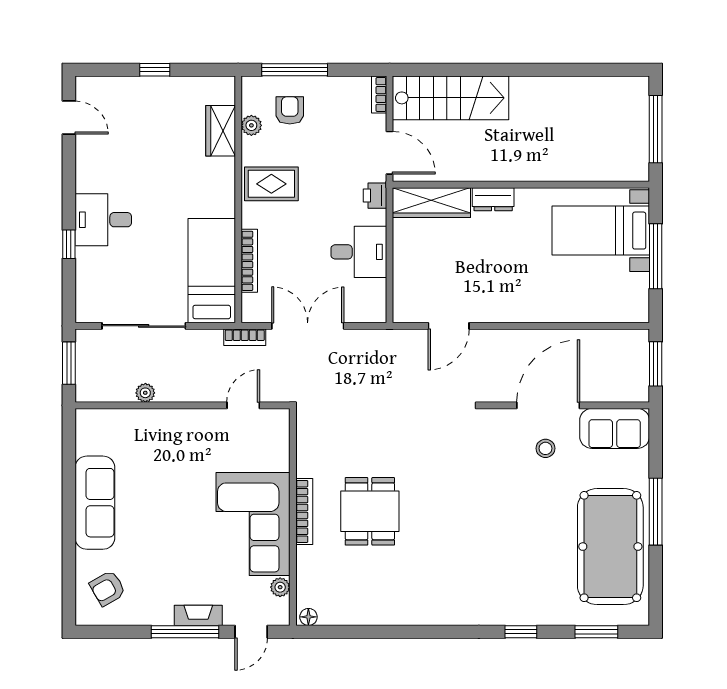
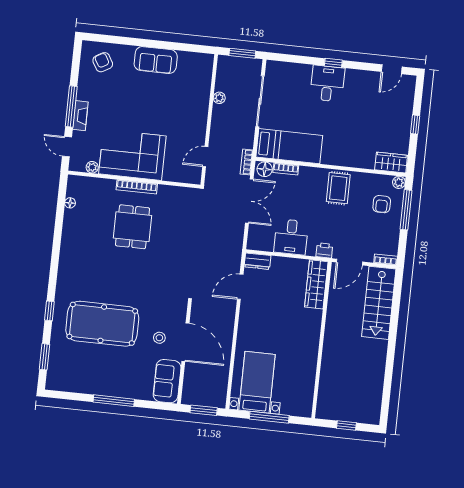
armchair: (290, 110) -> (382, 204), turned 90
plant: (251, 125) -> (399, 182), moved
window: (656, 129) -> (346, 426), width x0.46
wardrobe: (221, 131) -> (391, 163), moved
dresser: (493, 199) -> (257, 261), moved, turned -90
bed with nightstands: (601, 231) -> (257, 382), moved
window: (69, 244) -> (333, 63), moved
bookcase: (249, 261) -> (286, 169), width x0.64
floor lamp: (253, 307) -> (265, 169), added
door: (449, 326) -> (240, 287), hinge flipped
door: (243, 405) -> (205, 157), swing flipped
sofa: (95, 503) -> (156, 60), width x0.73
dining table: (370, 511) -> (133, 227), turned 90
pool table: (610, 547) -> (102, 324), moved
floor lamp: (308, 617) -> (70, 203), moved

